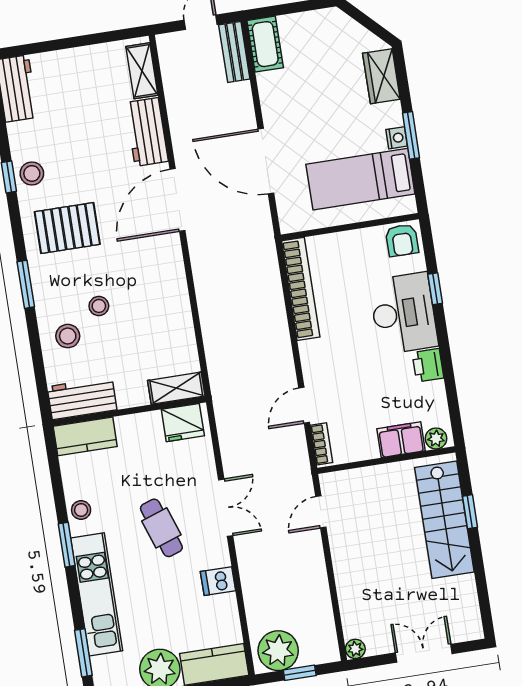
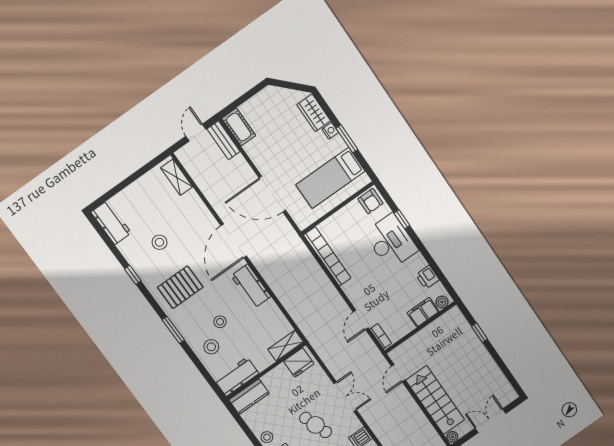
workbench: (147, 132) -> (251, 286), moved
nightstand: (397, 138) -> (330, 131), moved
stool: (32, 173) -> (160, 242), moved
printer: (428, 365) -> (427, 277), moved
stairs: (444, 520) -> (435, 400), moved, turned 180

